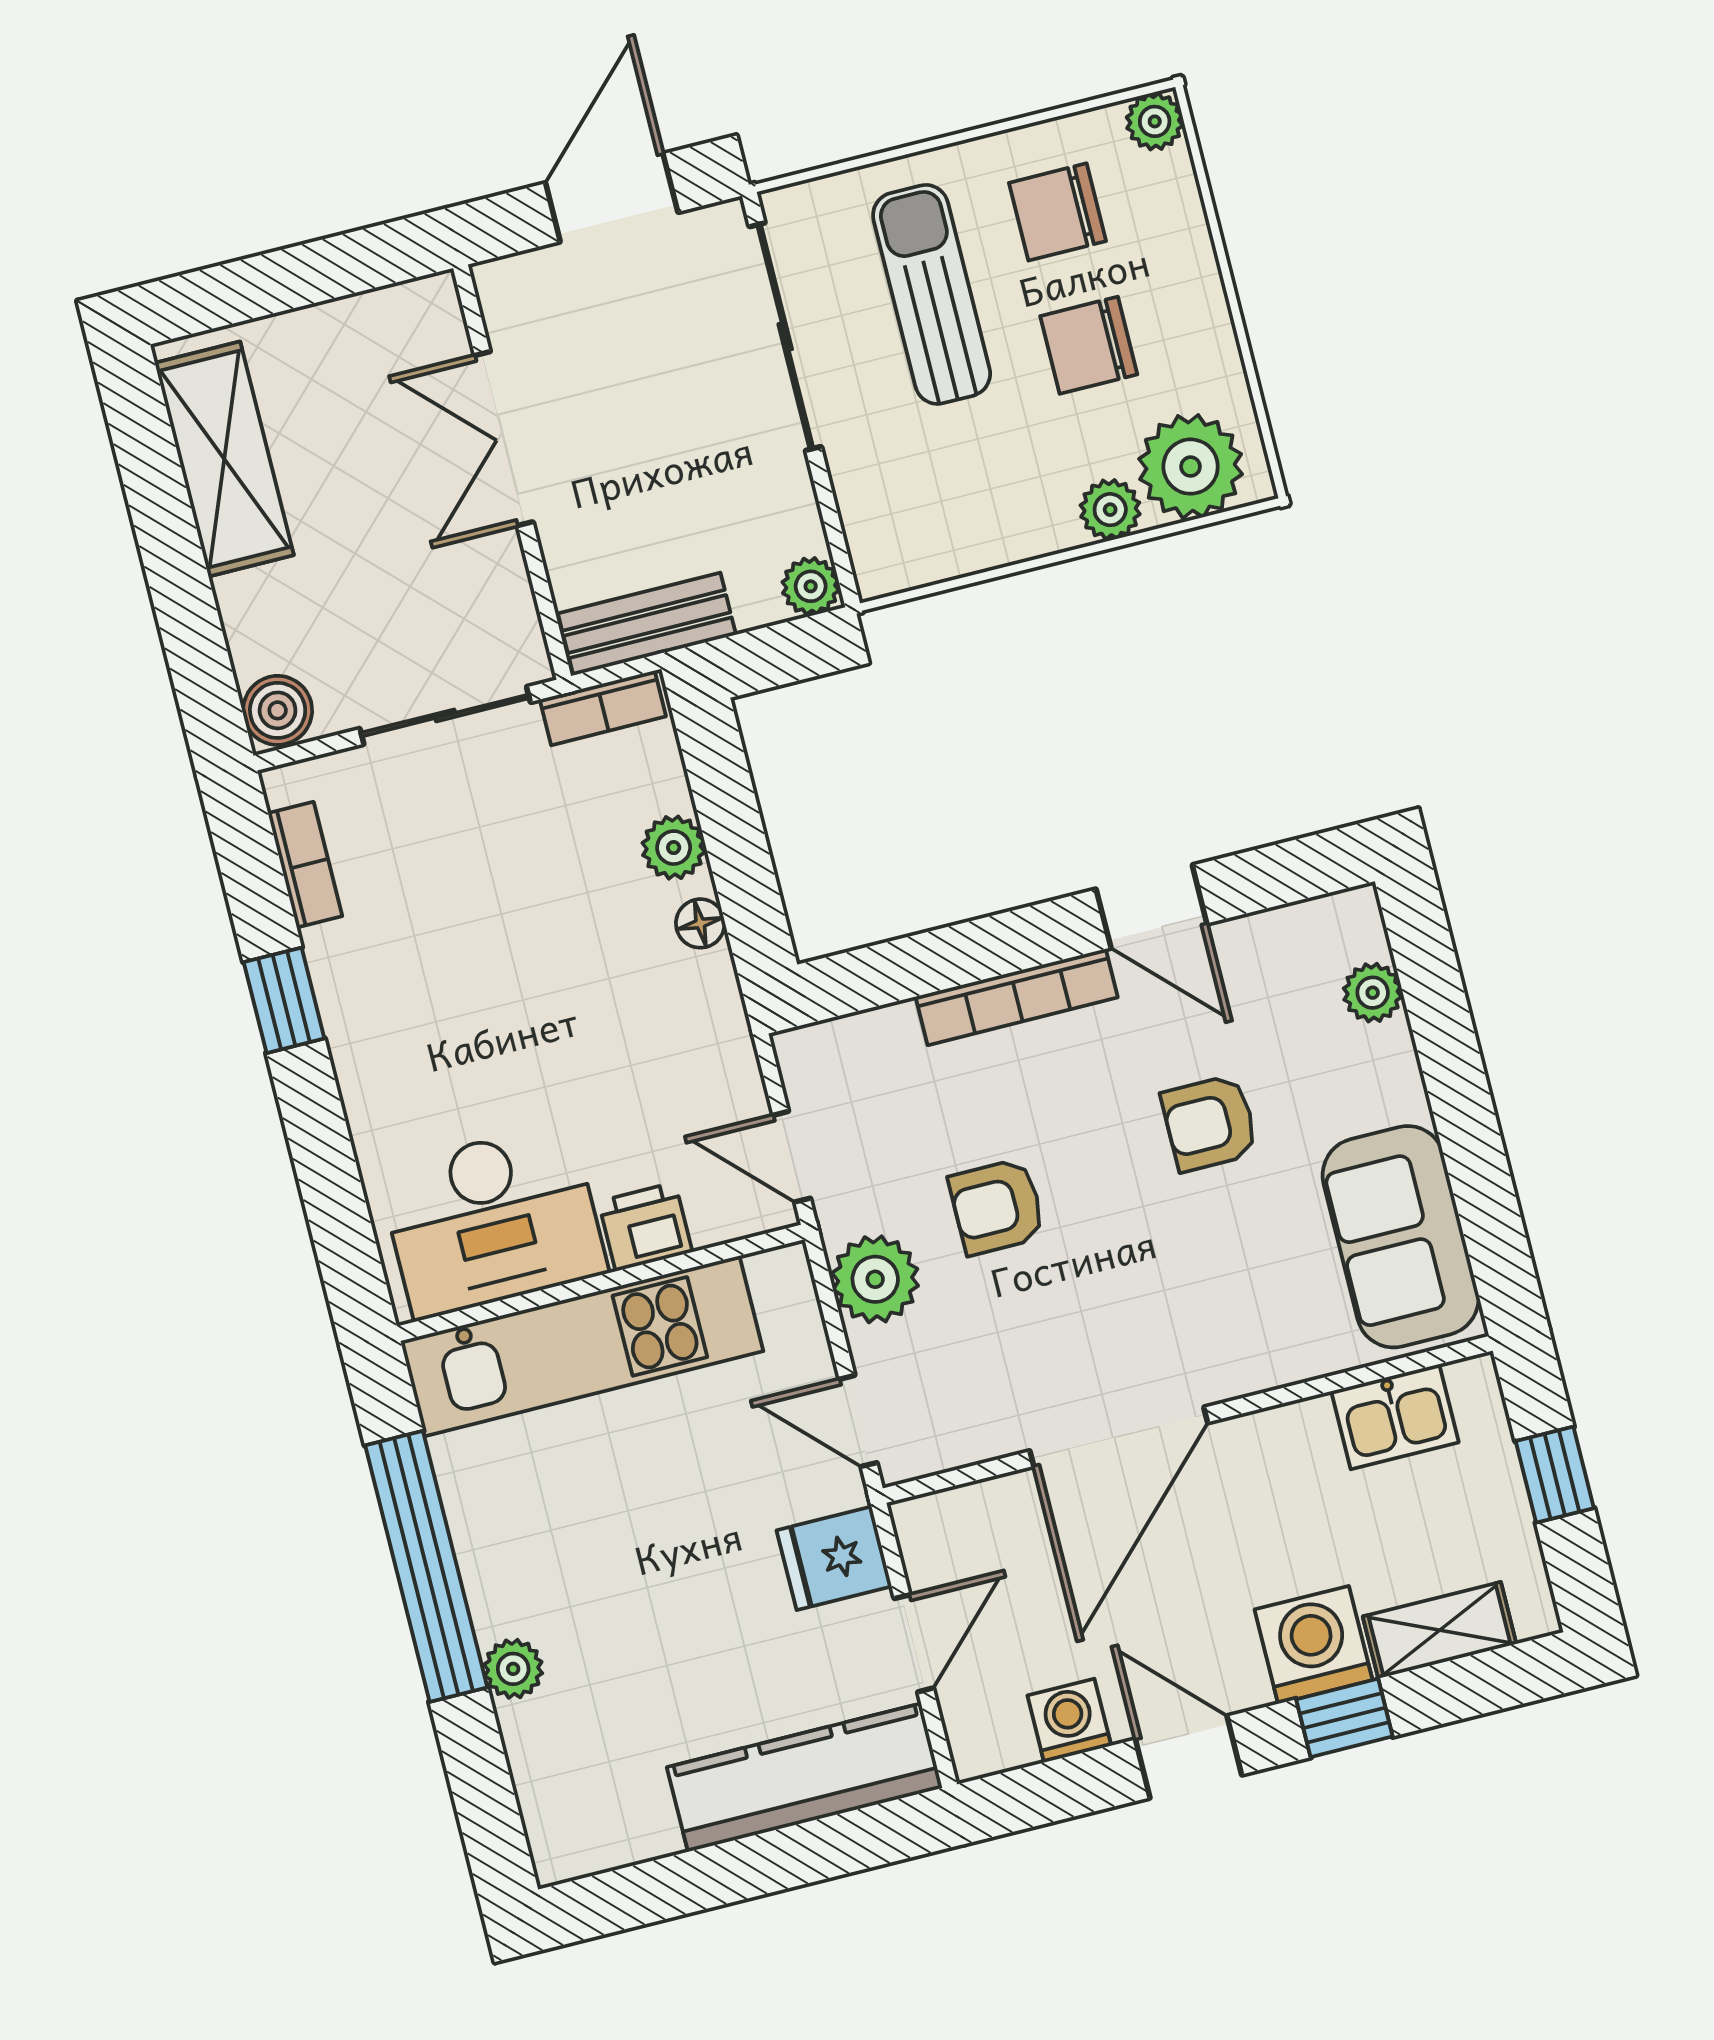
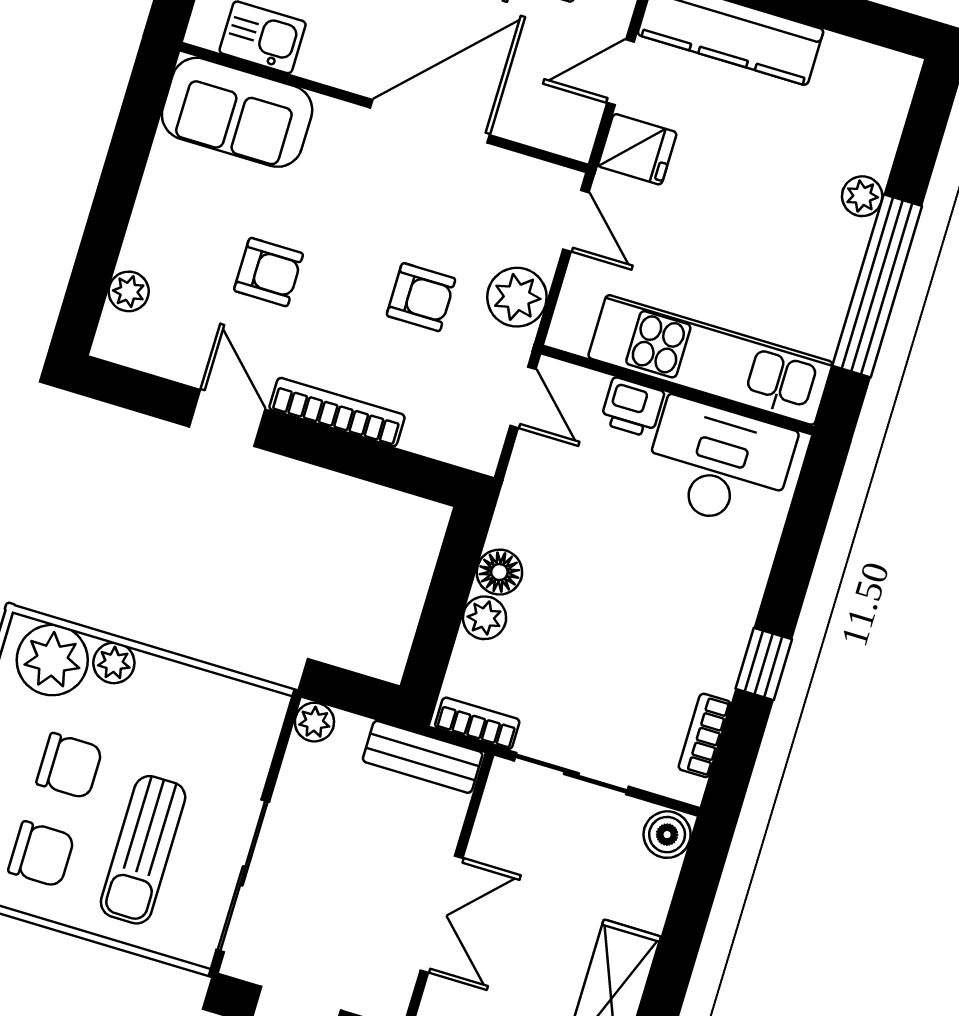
floor lamp: (700, 923) -> (499, 572), width x1.37, depth x1.37
sofa: (1401, 1237) -> (237, 112), moved, turned 90

